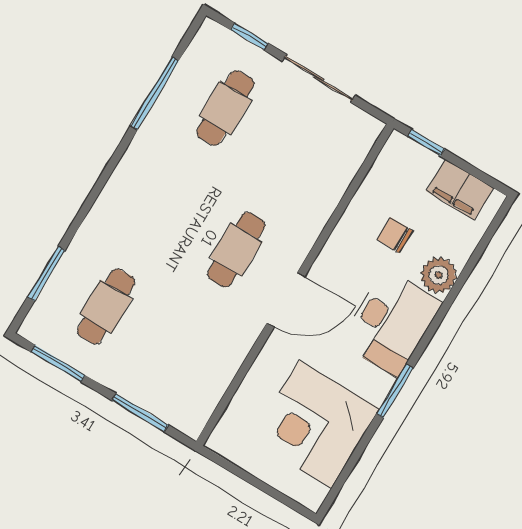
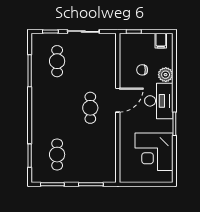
filing cabinet: (460, 190) -> (161, 41), width x0.50
door: (286, 300) -> (118, 100), moved

